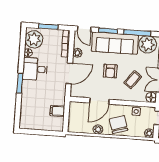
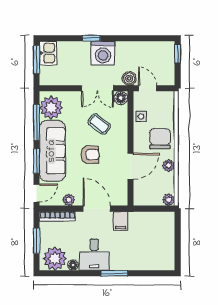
door: (99, 101) -> (131, 166), hinge flipped
filing cabinet: (57, 111) -> (121, 221), moved
chair: (119, 125) -> (160, 139), turned 107
plant: (149, 133) -> (169, 200), moved

